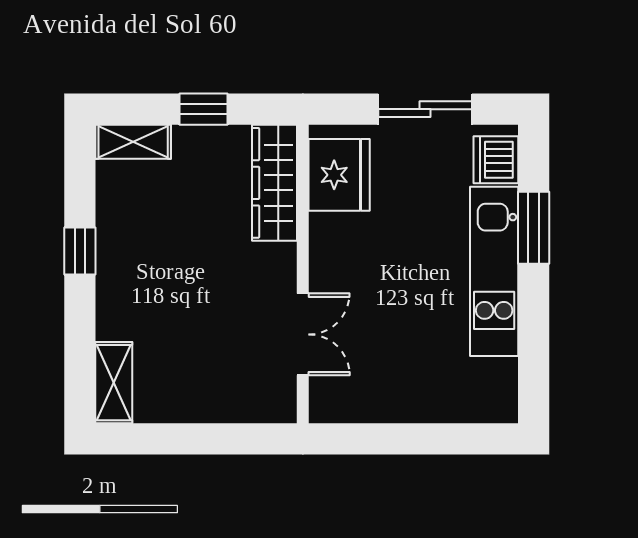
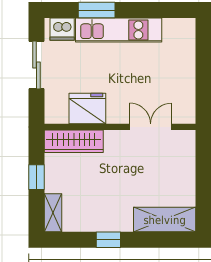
fridge: (339, 175) -> (87, 109), moved
shelving: (114, 383) -> (165, 220), width x1.50, depth x1.33

